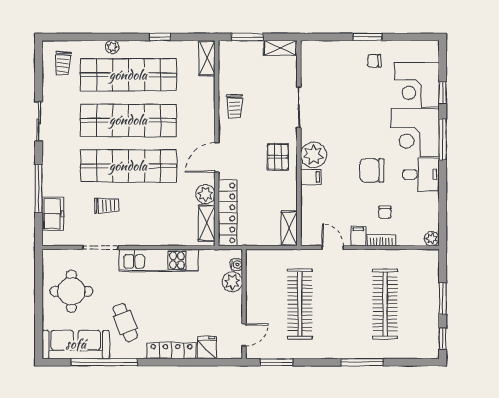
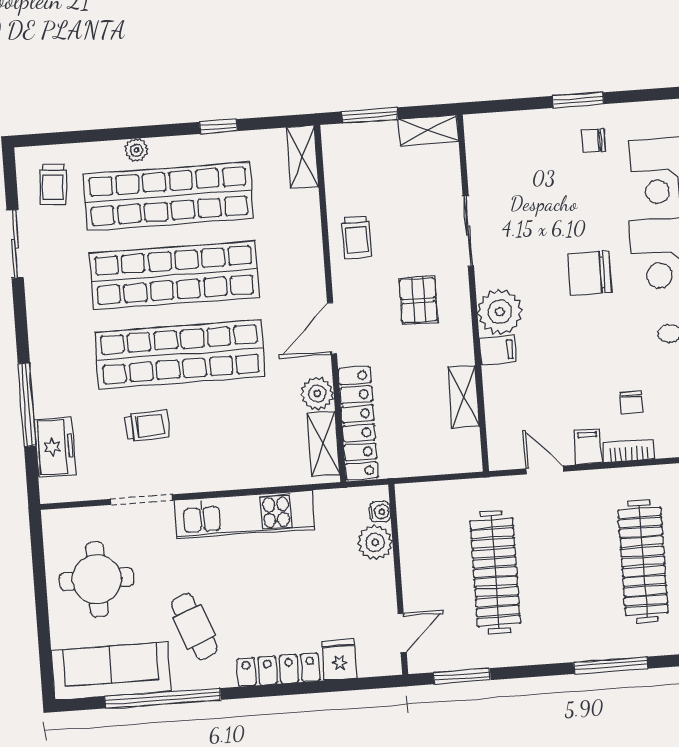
sliding door: (39, 121) -> (15, 244), moved
pallet: (278, 157) -> (418, 300), moved
chair: (372, 170) -> (590, 273), moved
shelving: (289, 228) -> (464, 397), moved

